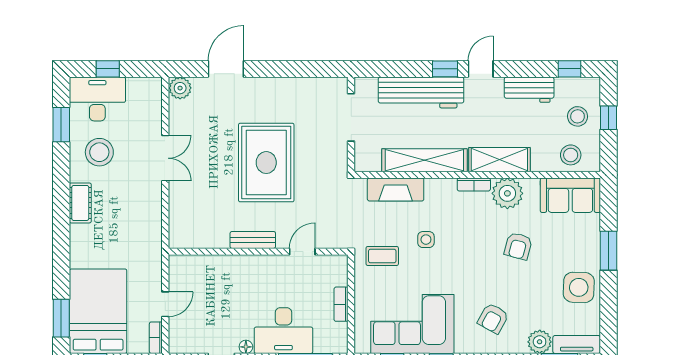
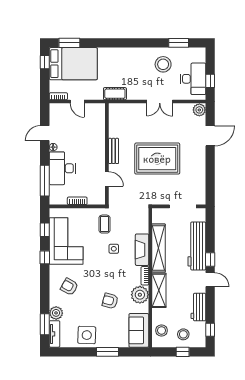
window: (108, 69) -> (210, 81), moved
door: (226, 69) -> (210, 136), hinge flipped
desk: (97, 99) -> (193, 79), moved
fireplace: (396, 189) -> (142, 250), moved
cot: (80, 203) -> (115, 94), moved

